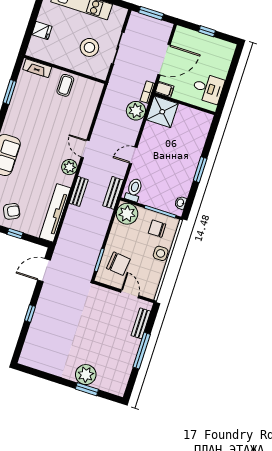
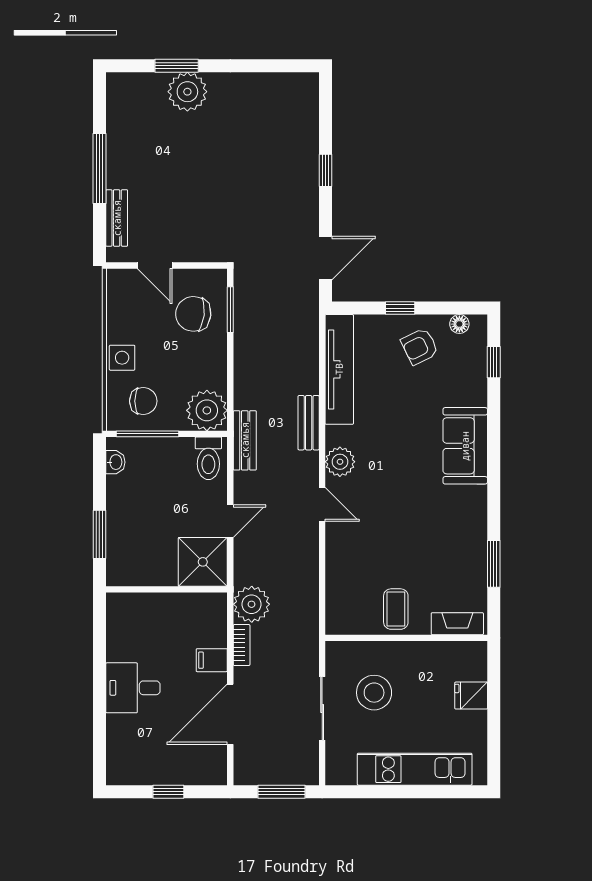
wall: (185, 104) -> (167, 589), moved
shower: (162, 112) -> (203, 562), moved

